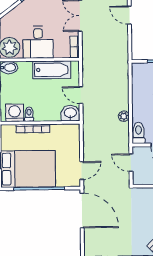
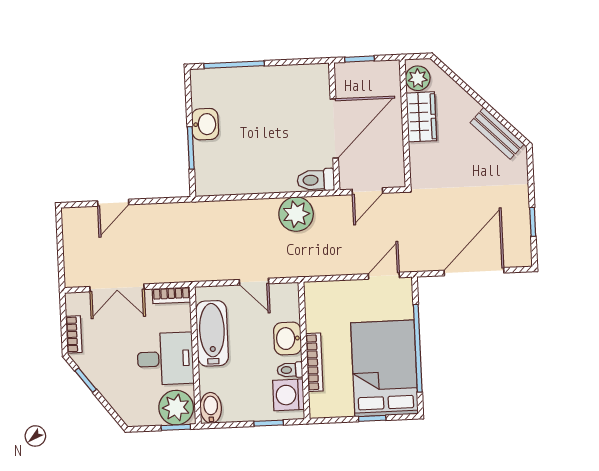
door: (81, 95) -> (254, 282), hinge flipped
washbasin: (70, 113) -> (288, 338), moved
plant: (124, 116) -> (296, 214), width x1.88, depth x1.88
door: (82, 170) -> (384, 276), hinge flipped
door: (82, 211) -> (474, 272), moved

